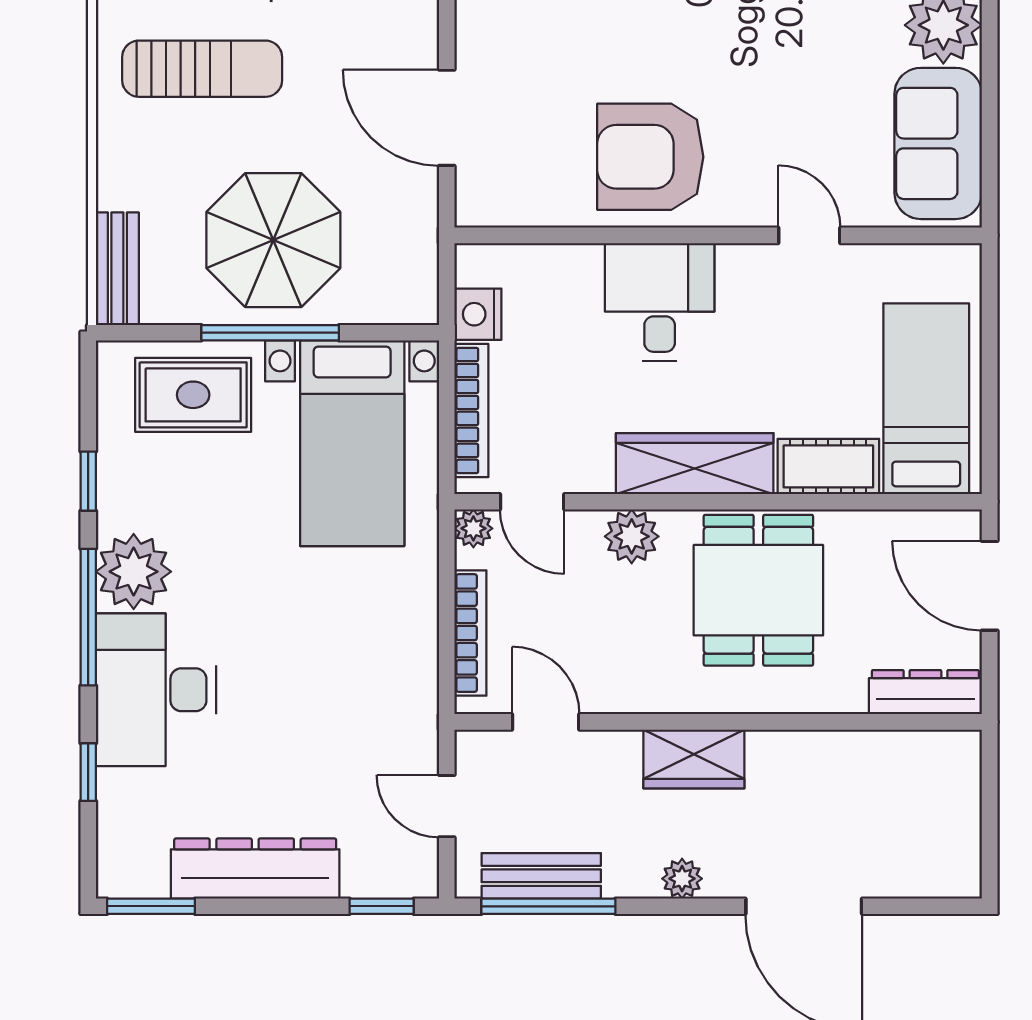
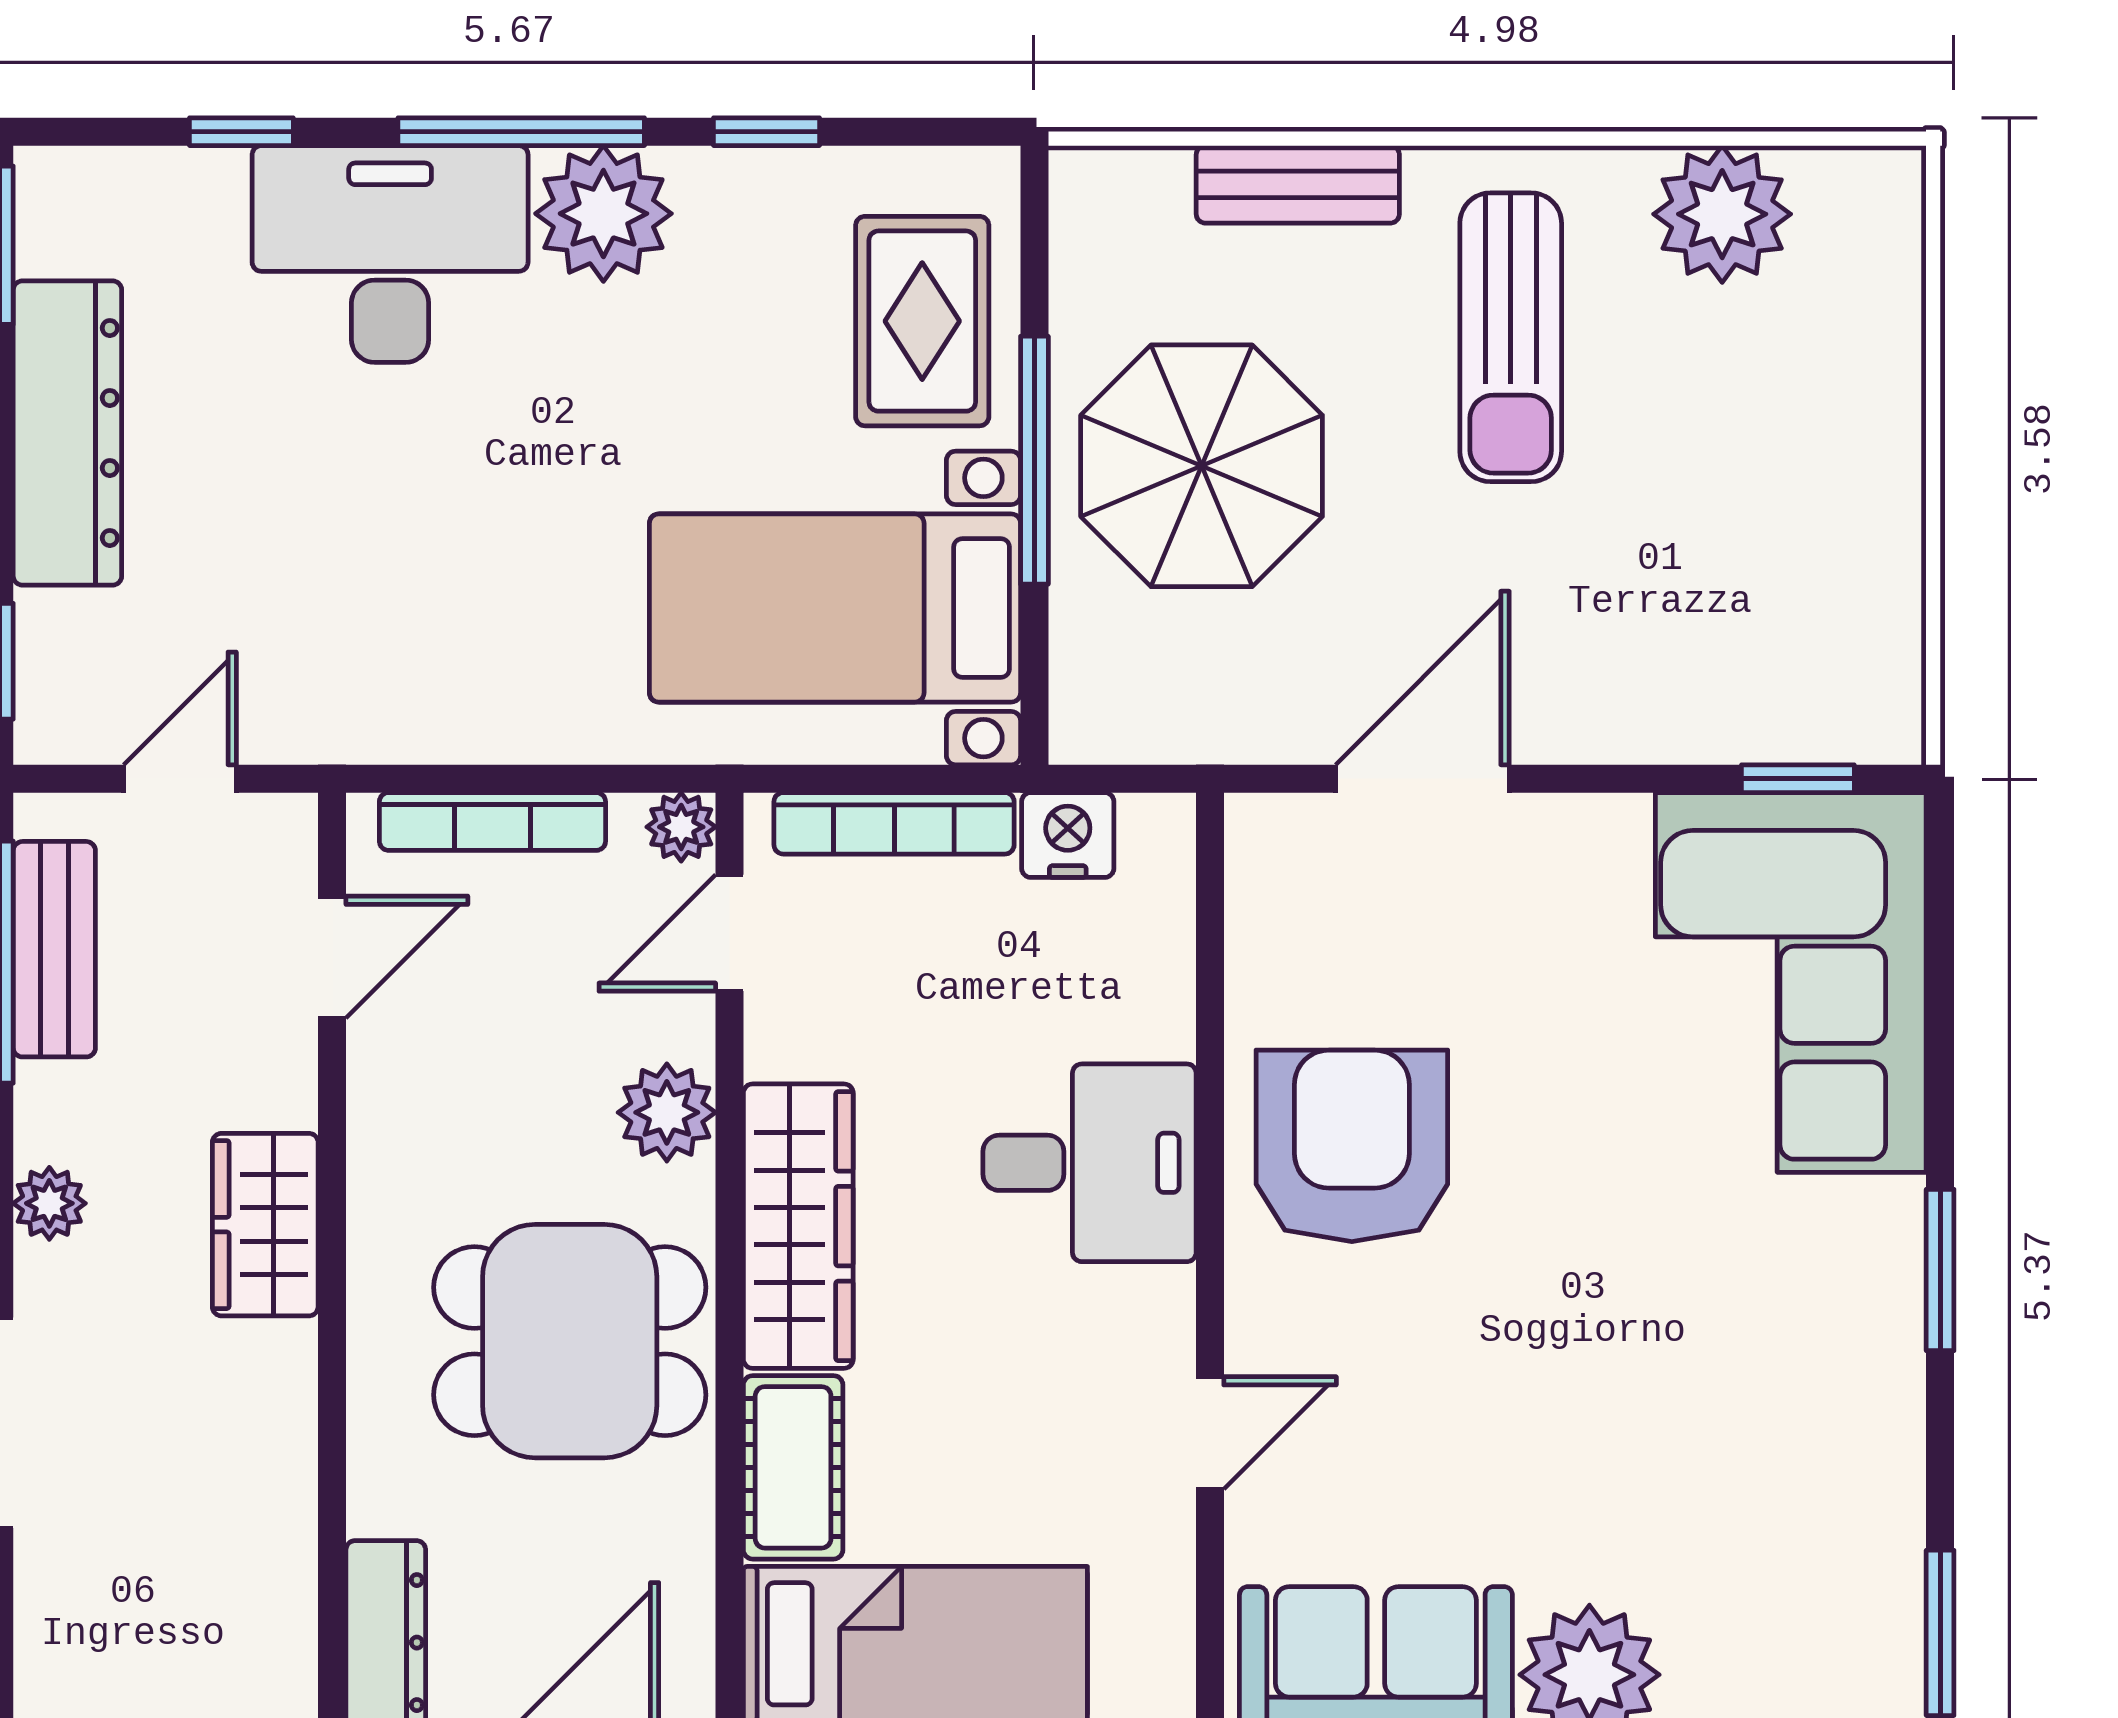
bench: (117, 269) -> (1298, 184), moved

